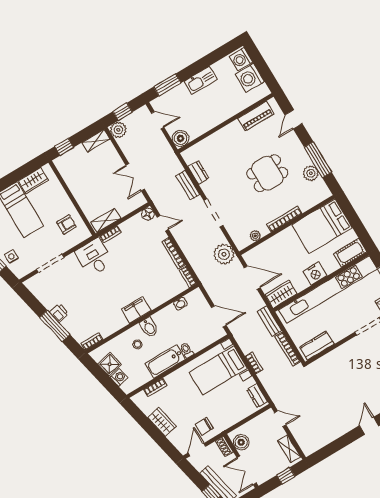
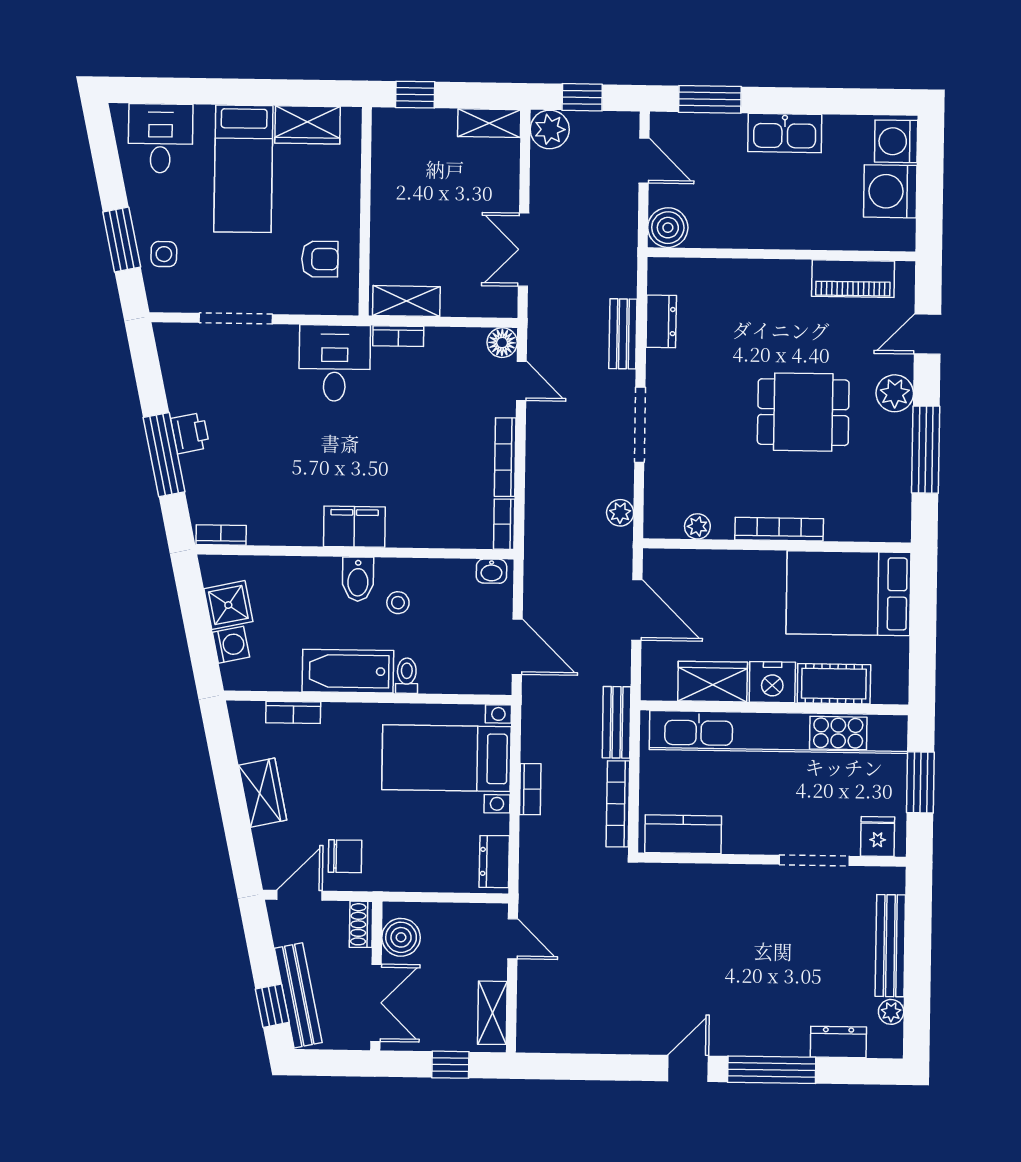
plant: (311, 173) -> (895, 393), moved
cot: (350, 253) -> (834, 684), moved
plant: (224, 254) -> (620, 513), width x0.53, depth x0.53
wardrobe: (281, 294) -> (713, 682), moved
washbasin: (180, 304) -> (491, 571), moved
stool: (137, 344) -> (398, 603), moved
chair: (204, 426) -> (345, 856), turned 180
double door: (247, 470) -> (376, 1003), swing flipped

